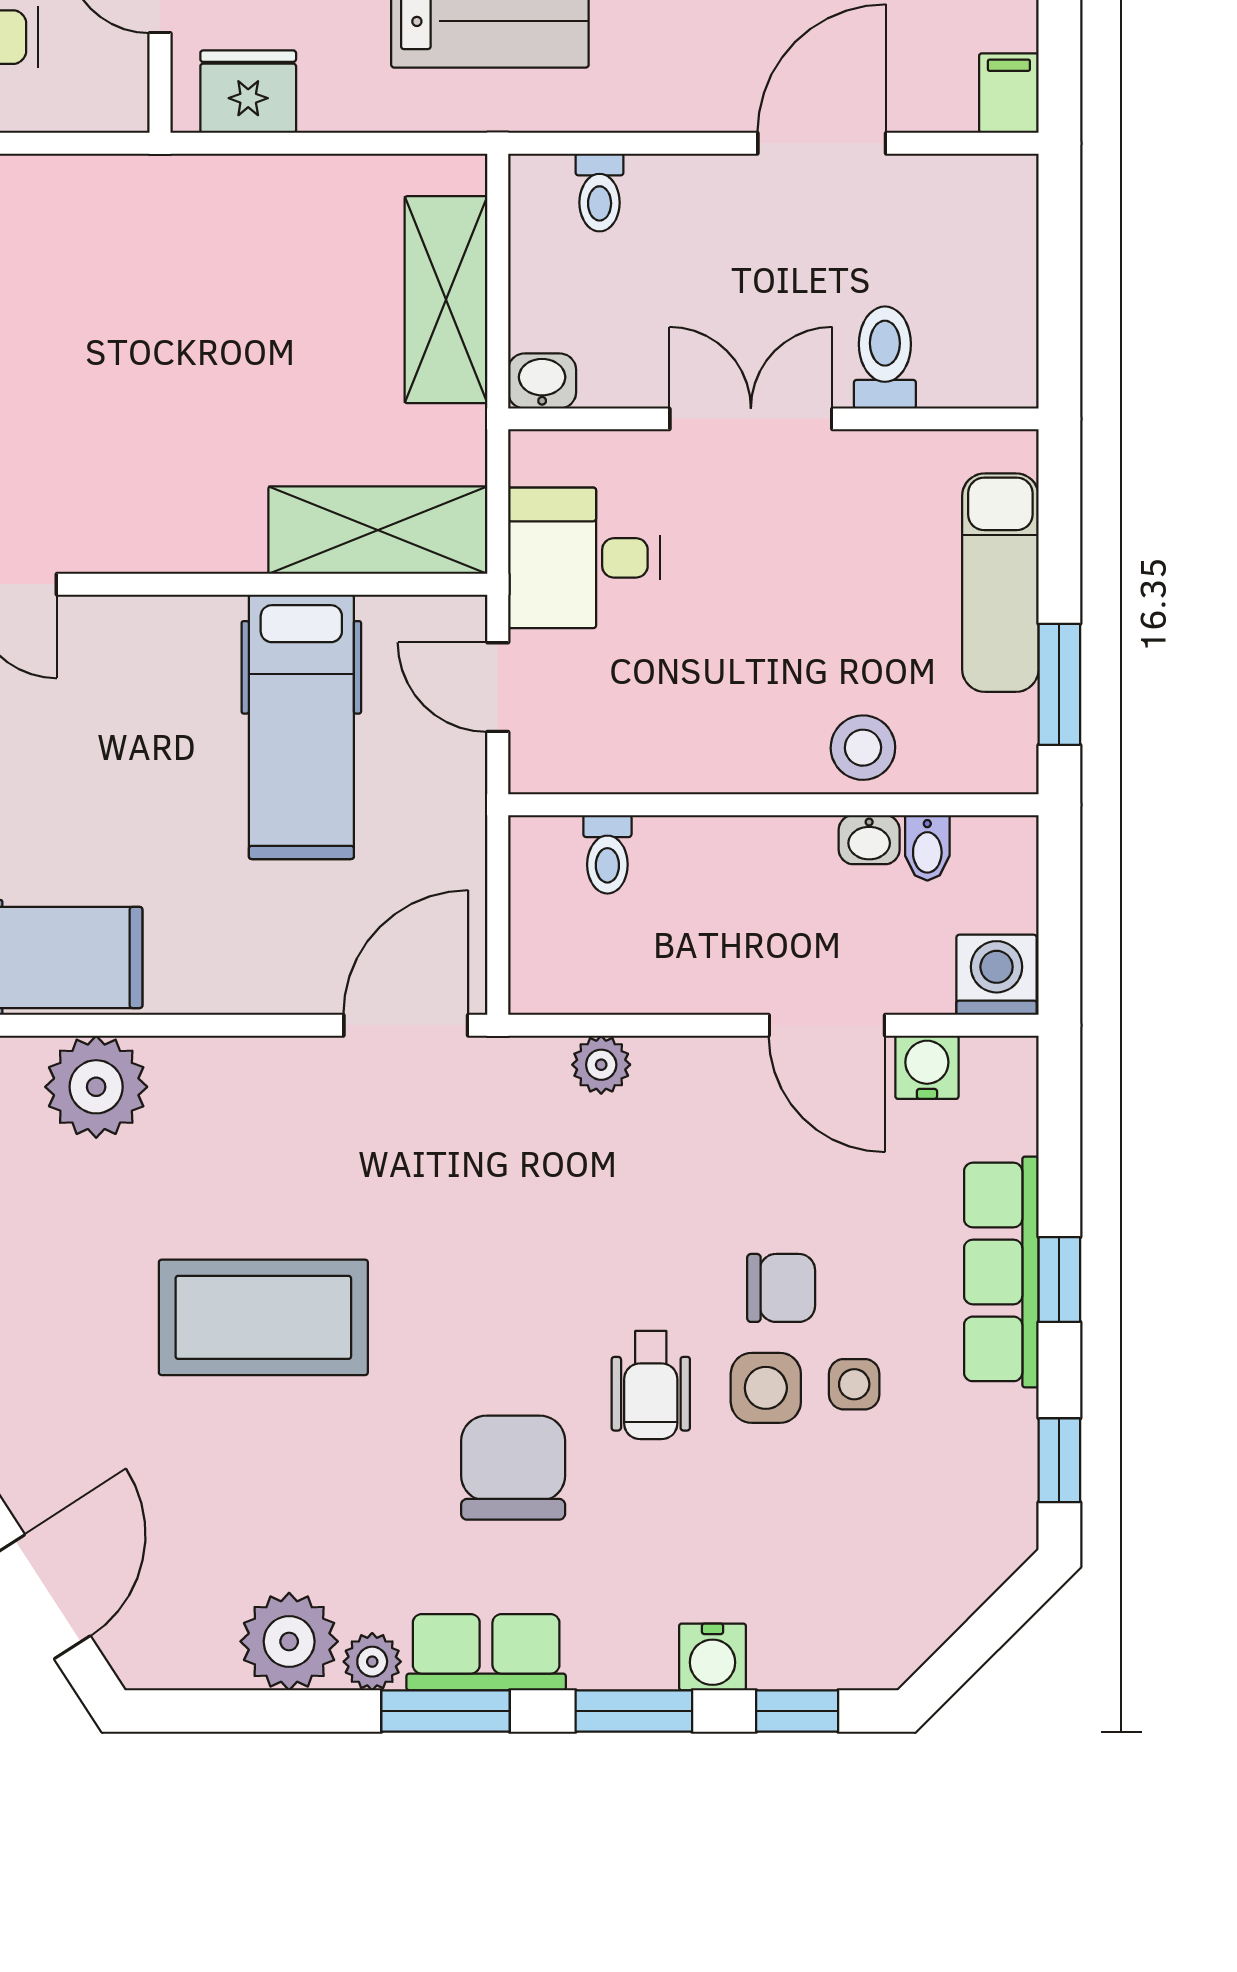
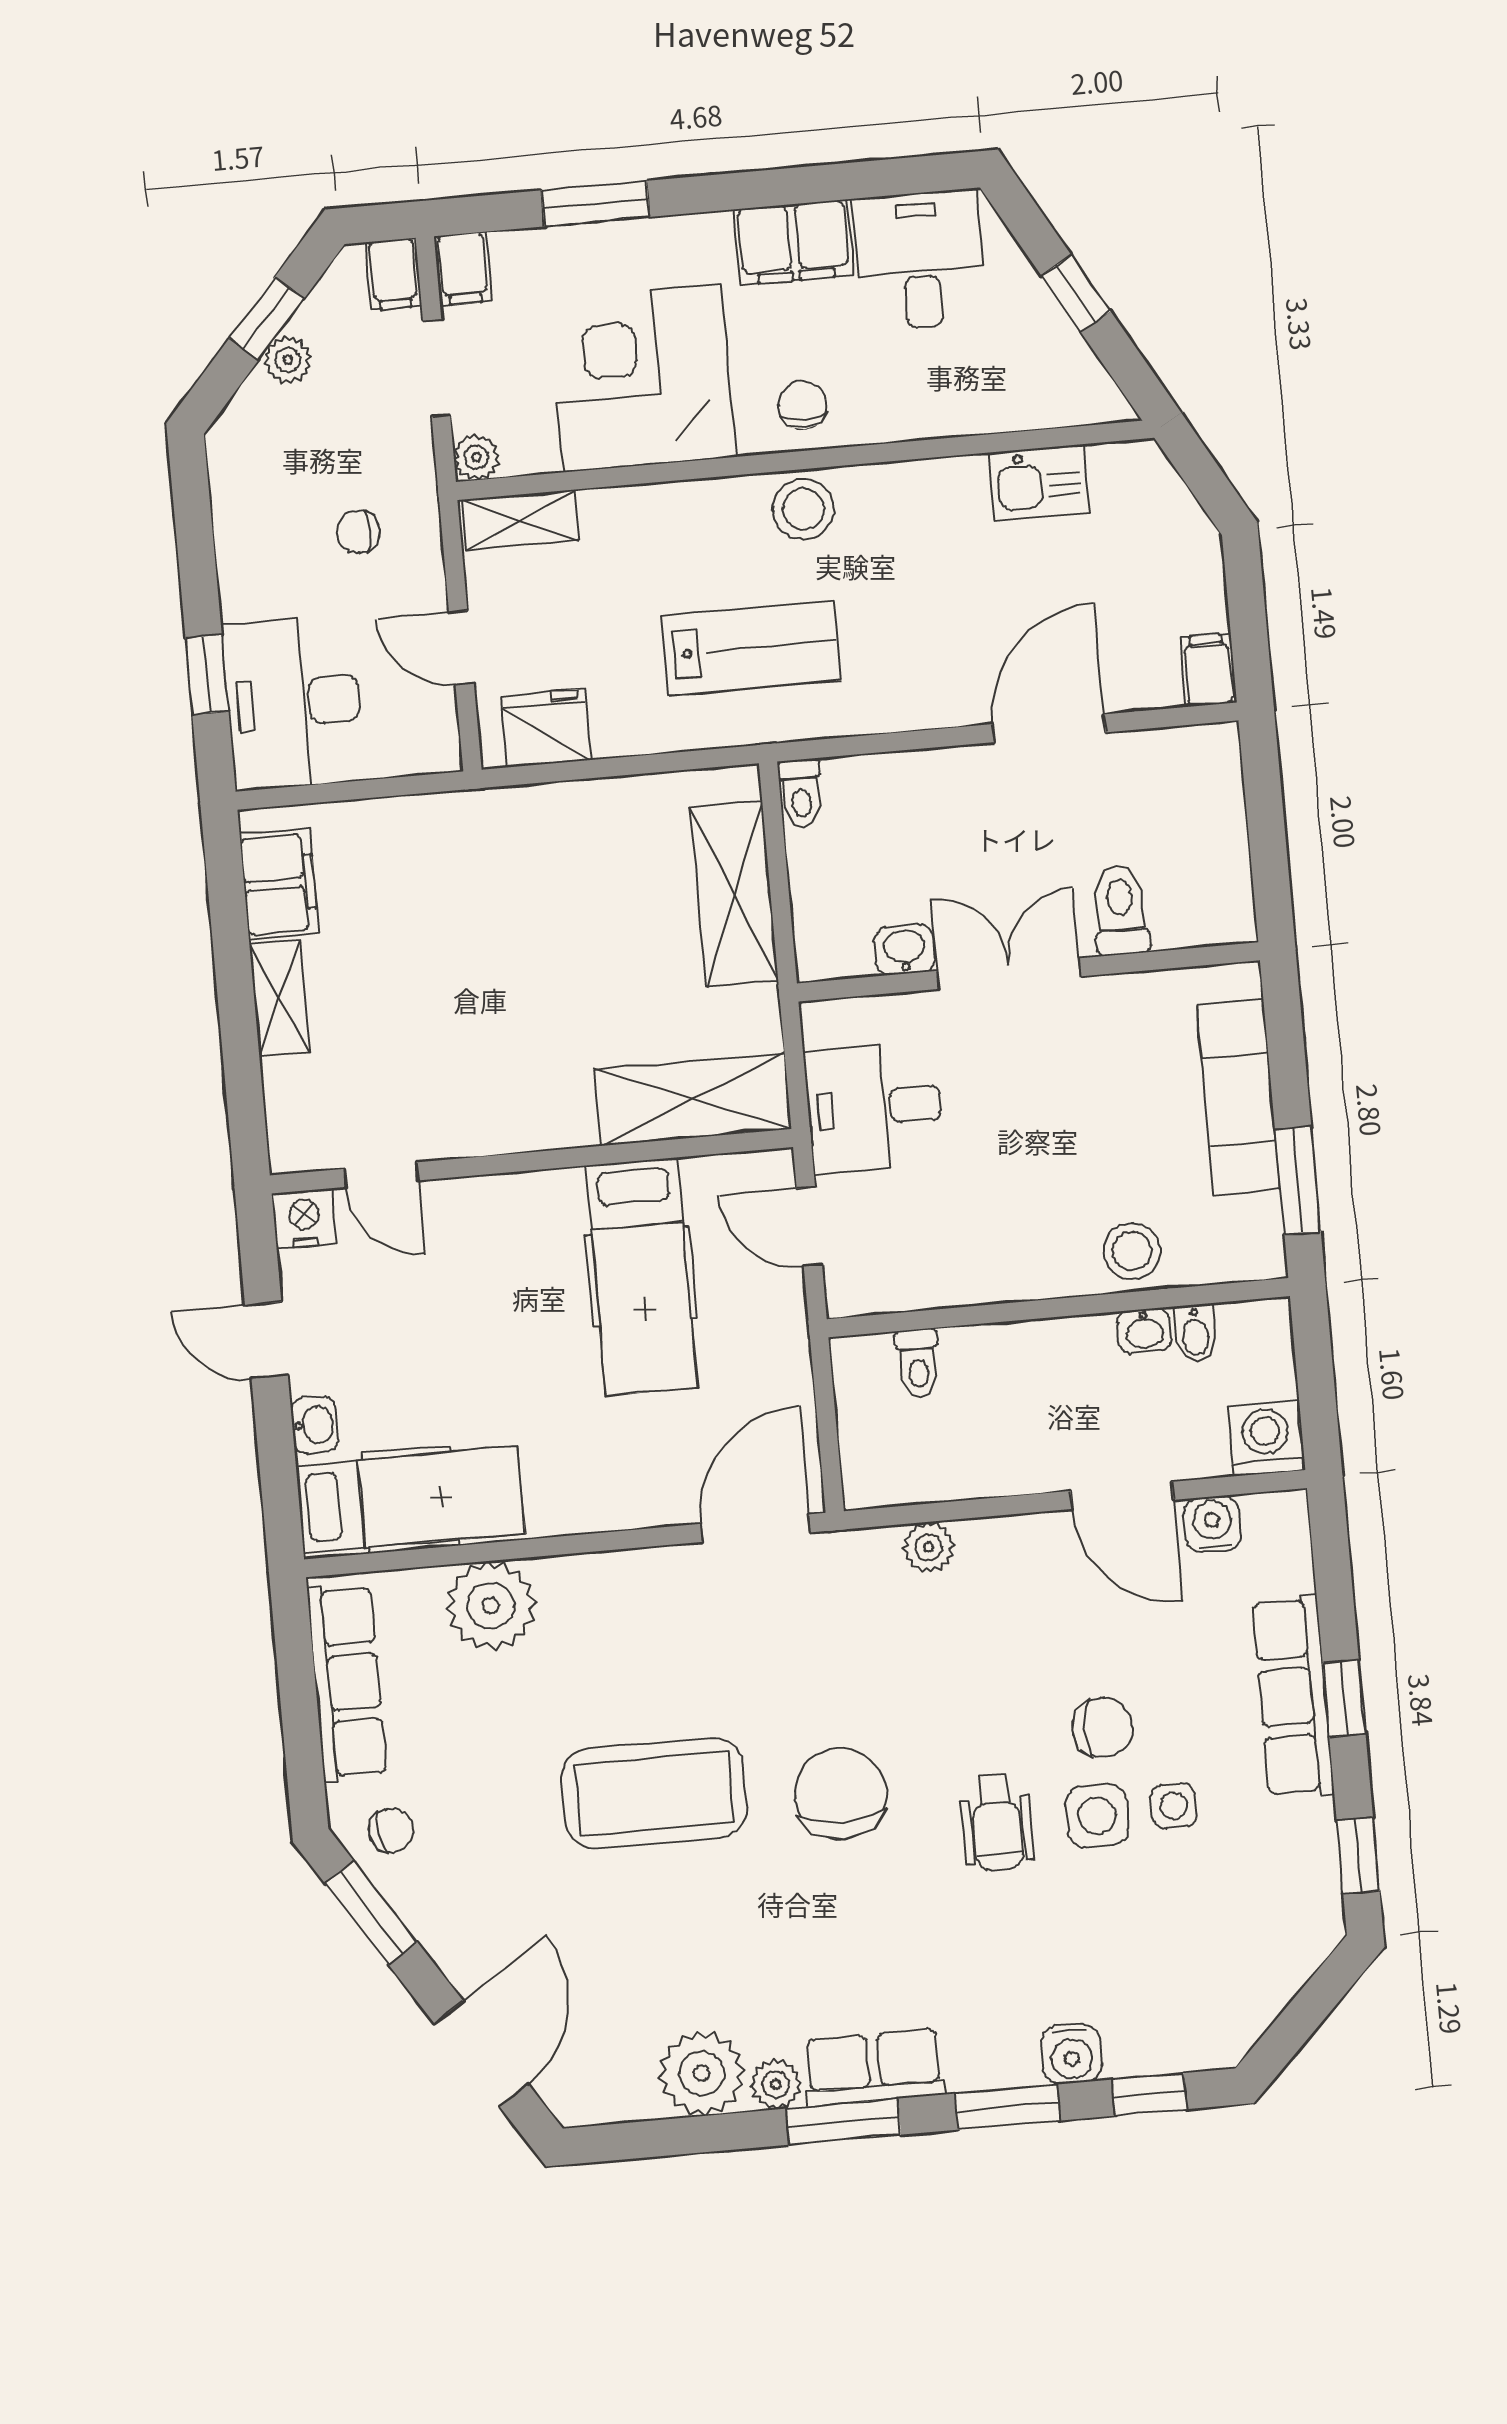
toilet: (600, 192) -> (801, 794), moved
washbasin: (542, 381) -> (904, 950), moved
chair: (513, 1468) -> (840, 1794), moved

